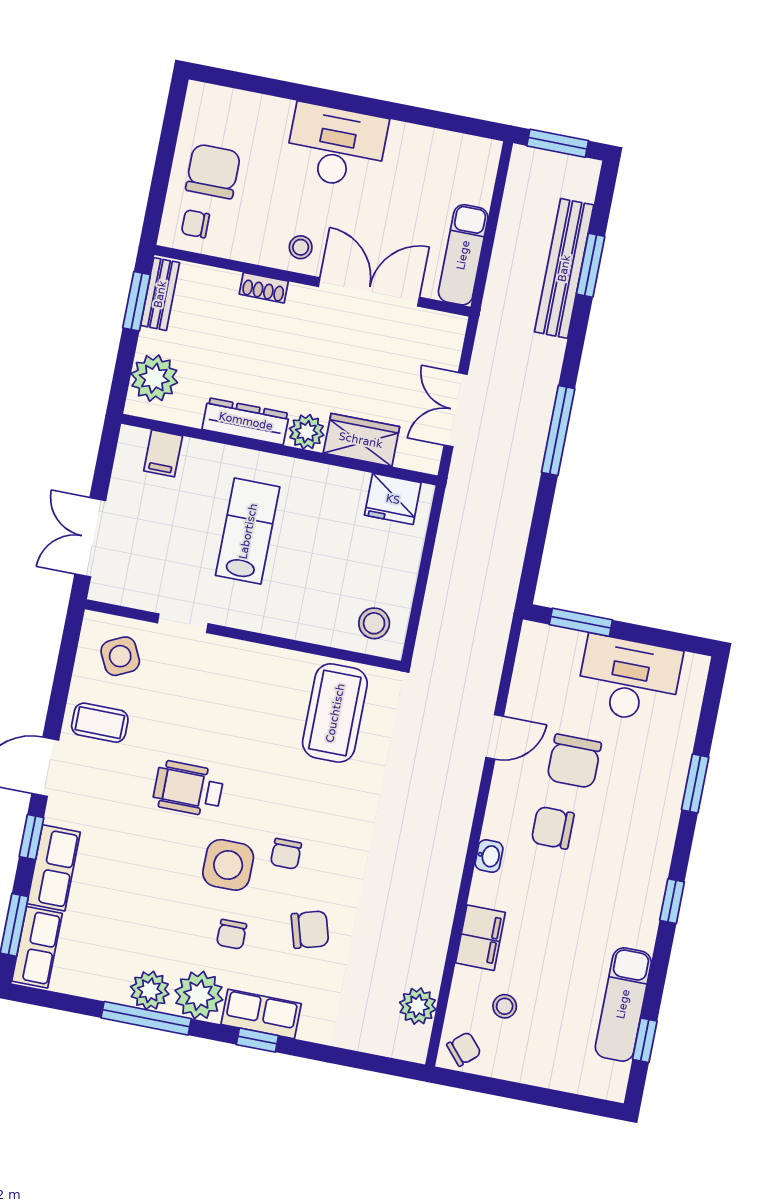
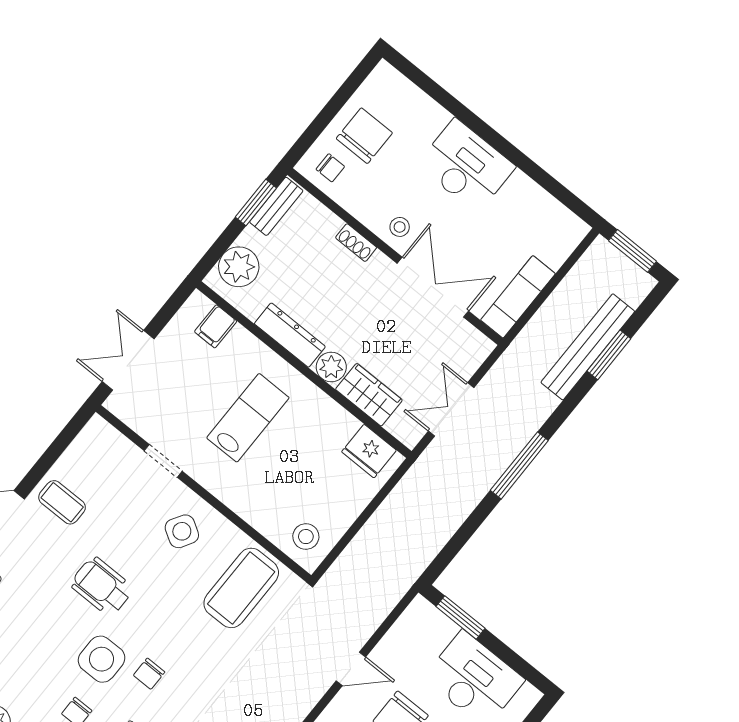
chair: (195, 224) -> (330, 168), turned 180
side table: (120, 656) -> (182, 531), moved, turned -33

